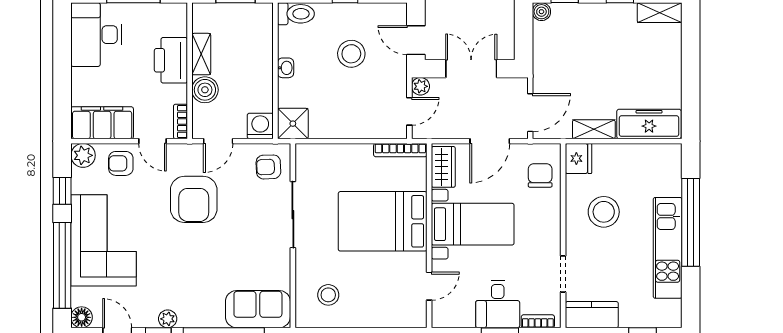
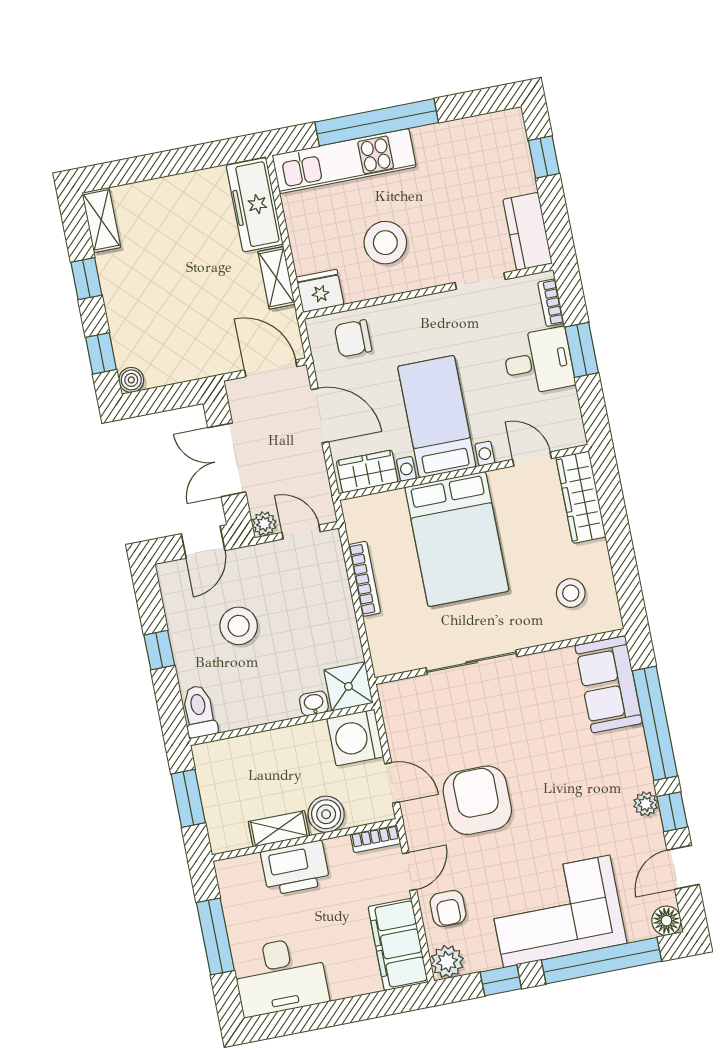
washbasin: (286, 68) -> (314, 703), moved
washing machine: (260, 126) -> (355, 738), width x1.37, depth x1.37
bookcase: (400, 150) -> (365, 579), moved
armchair: (268, 167) -> (414, 708), removed
armchair: (194, 199) -> (477, 800), turned -90
kitchen unit: (668, 248) -> (344, 161), moved
wardrobe: (395, 316) -> (581, 497), added

